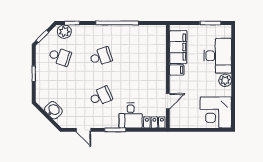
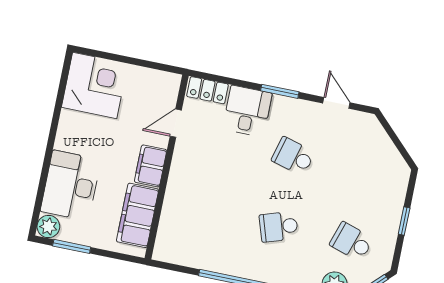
filing cabinet: (177, 70) -> (151, 166), width x2.00
plant: (225, 80) -> (48, 227), moved
school desk: (101, 96) -> (293, 156), turned 39
washbasin: (53, 110) -> (383, 149), removed

